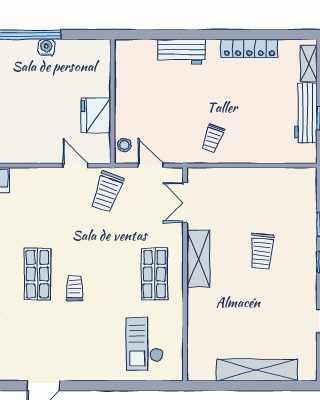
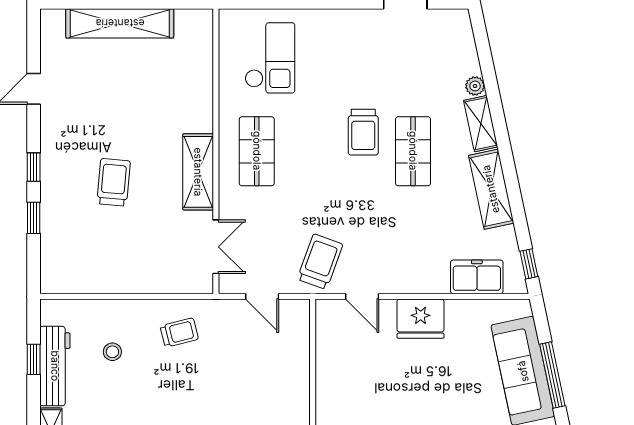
fridge: (96, 115) -> (421, 319), moved, turned 90
trolley: (213, 138) -> (179, 333), turned 56
stool: (124, 145) -> (112, 352), moved
trolley: (75, 289) -> (363, 132), width x1.36, depth x1.39

